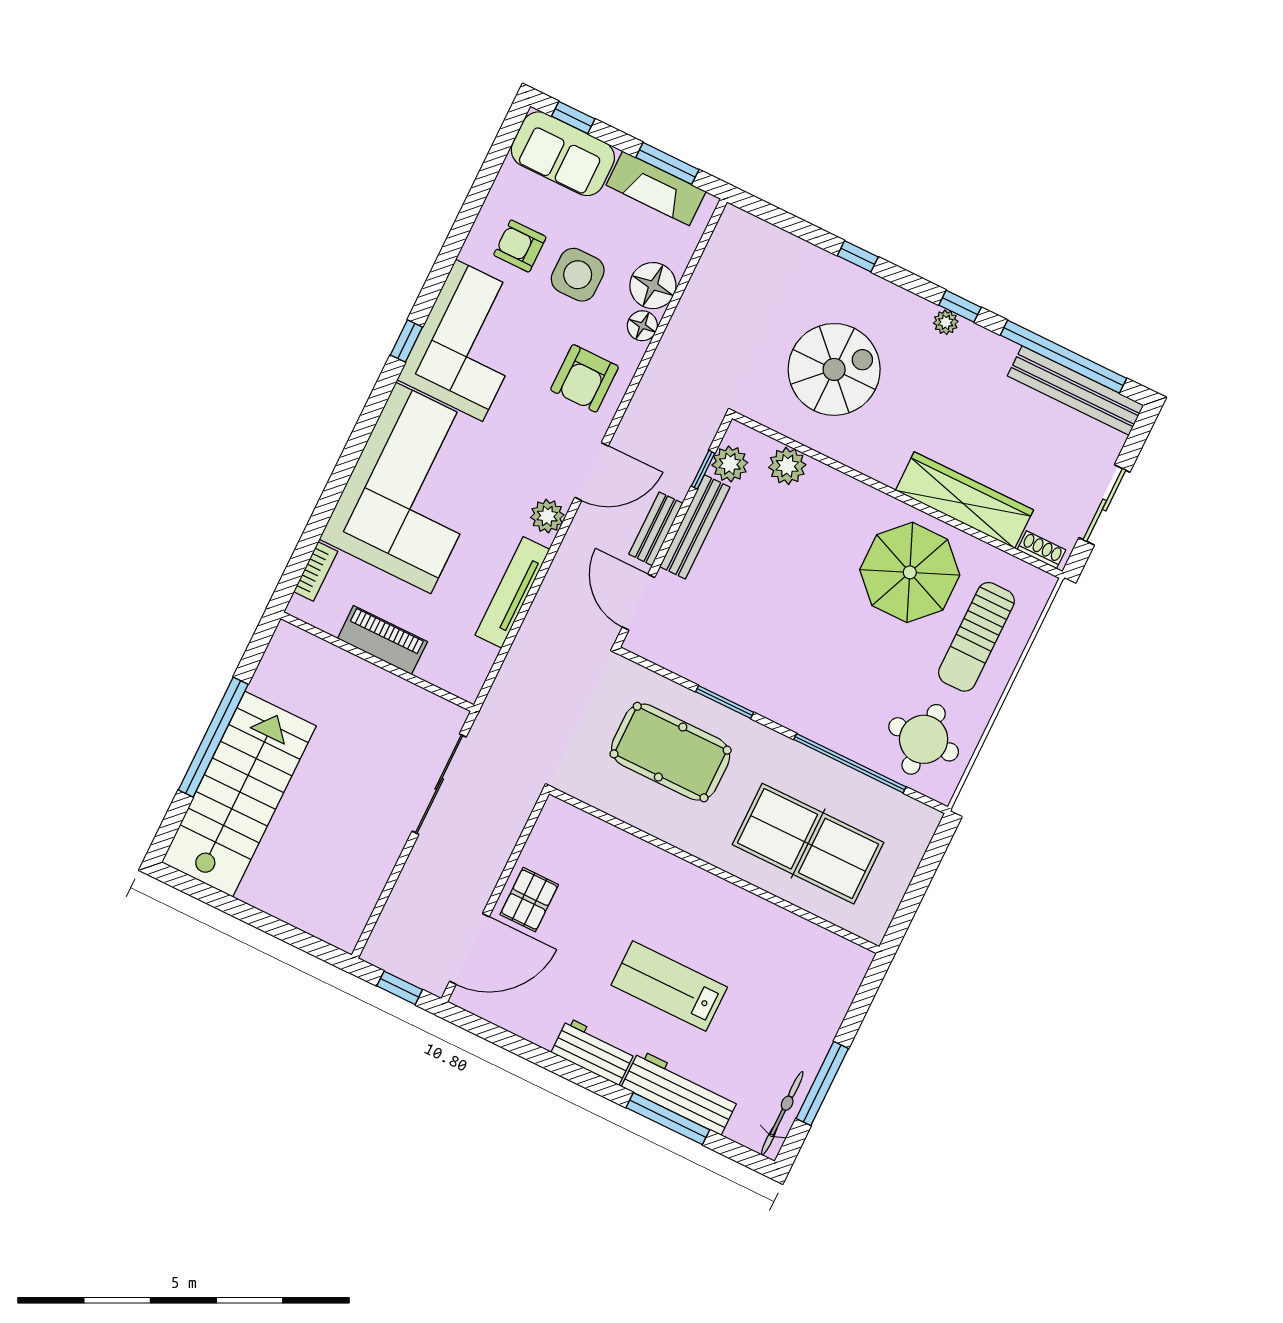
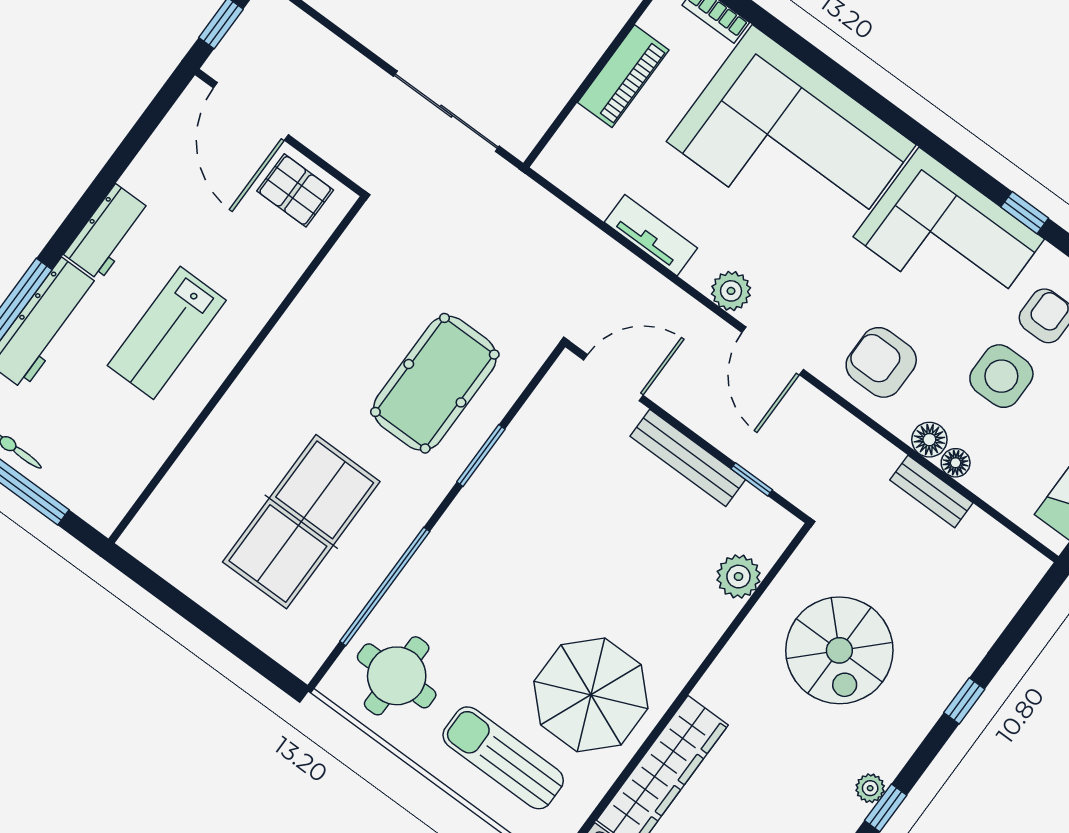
floor lamp: (653, 286) -> (956, 463), width x0.53, depth x0.53
window: (406, 341) -> (1025, 213), moved
plant: (730, 464) -> (753, 511), removed
bench: (656, 529) -> (931, 491), moved
tv unit: (512, 592) -> (651, 235), width x0.71
wall: (714, 870) -> (237, 370), moved
lab bench: (669, 986) -> (167, 333), turned 180

